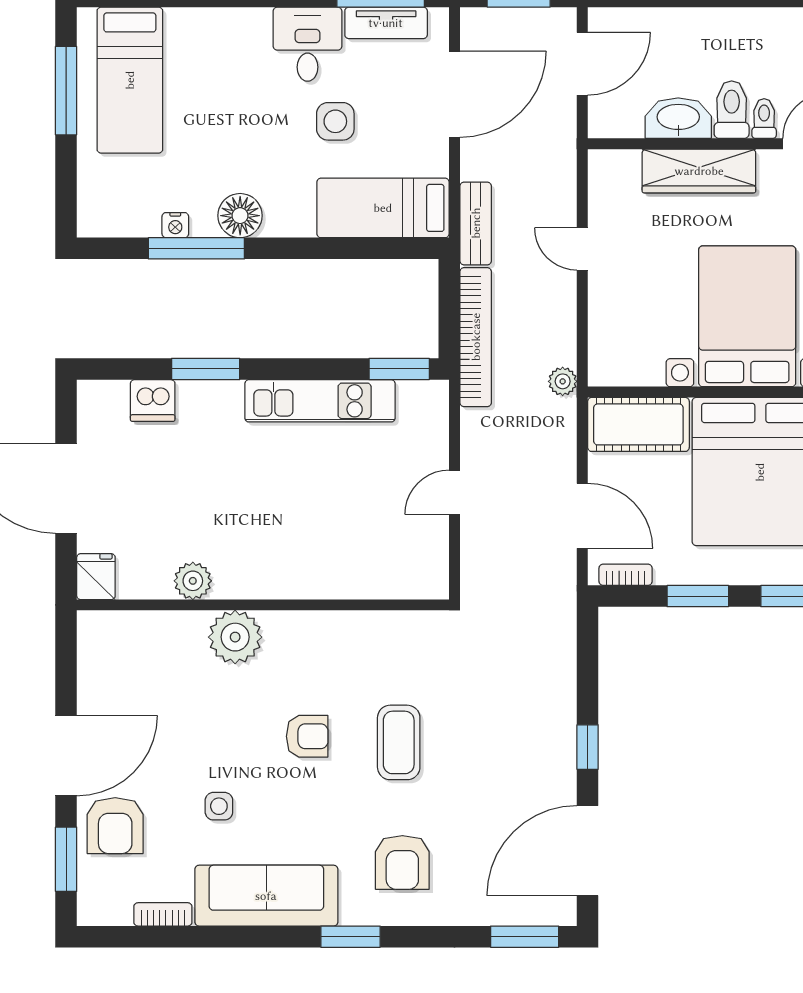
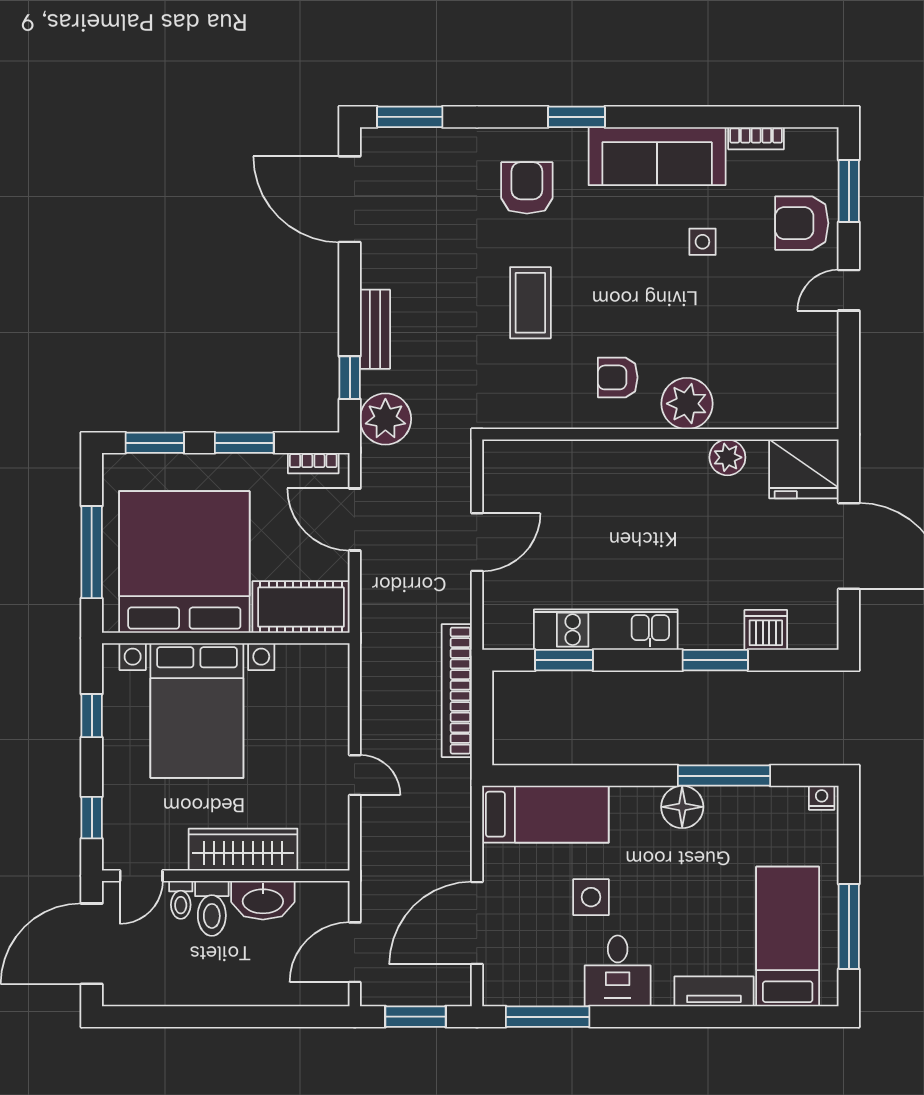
tv unit: (386, 23) -> (714, 991), moved
bench: (476, 223) -> (375, 329), moved
nightstand: (175, 225) -> (822, 798), moved
window: (399, 369) -> (564, 660), moved
plant: (563, 381) -> (385, 419), moved, width x1.88, depth x1.88
door: (455, 492) -> (477, 542), width x1.38
fridge: (96, 577) -> (804, 469), width x1.88, depth x1.34
armchair: (307, 736) -> (618, 377), moved
window: (588, 747) -> (350, 378), moved
door: (66, 756) -> (849, 290), width x0.53
armchair: (115, 826) -> (802, 223), turned -90
door: (588, 851) -> (350, 199), swing flipped

